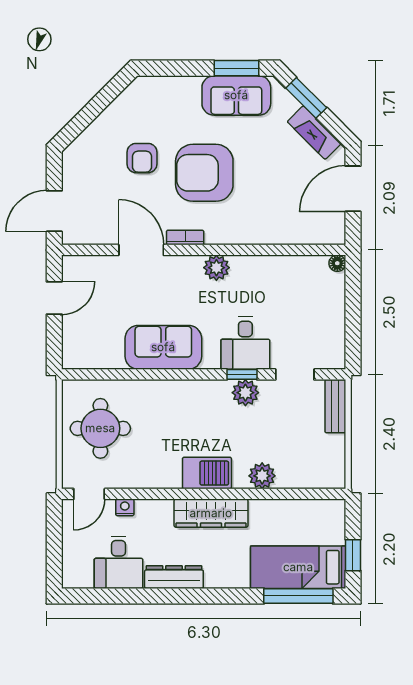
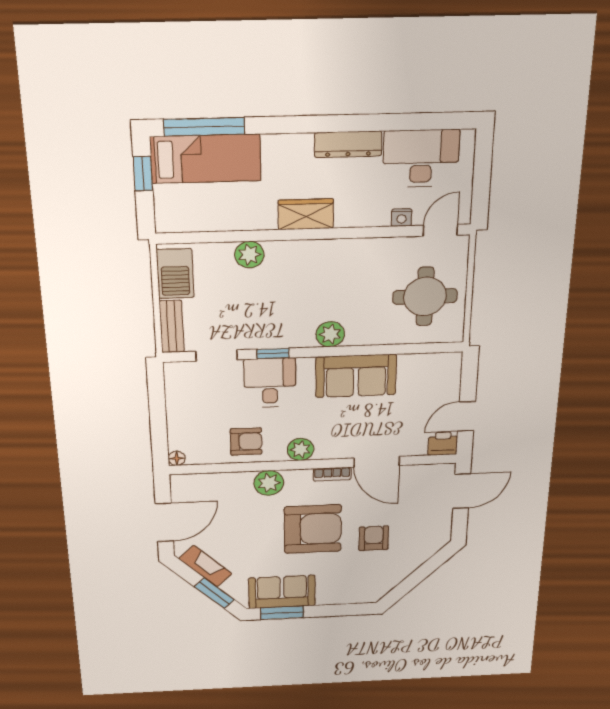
plant: (248, 230) -> (269, 483), added
printer: (76, 268) -> (443, 444), added
armchair: (269, 279) -> (246, 442), added
plant: (245, 393) -> (330, 334), moved
barbecue: (207, 473) -> (175, 274), moved, turned -90
wardrobe: (211, 513) -> (306, 214), width x0.67
desk: (119, 562) -> (421, 158), width x1.37

